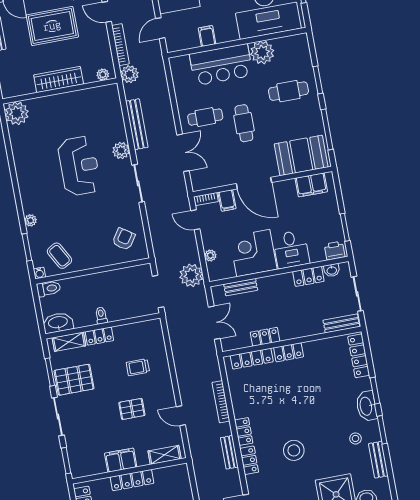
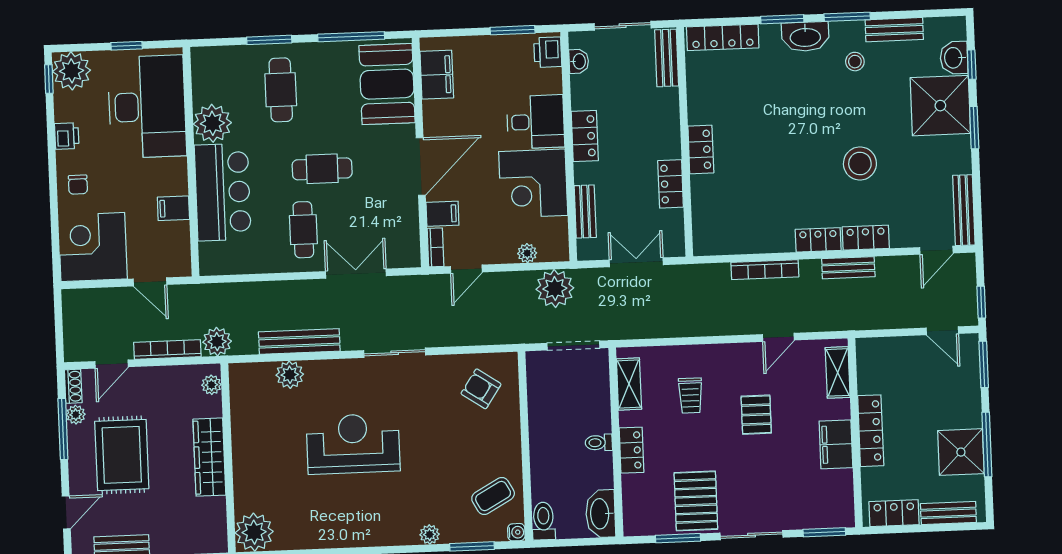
plant: (121, 151) -> (290, 375), moved
locker: (308, 276) -> (585, 136), moved
shelving: (69, 342) -> (629, 384), moved
locker: (252, 359) -> (703, 210), removed

